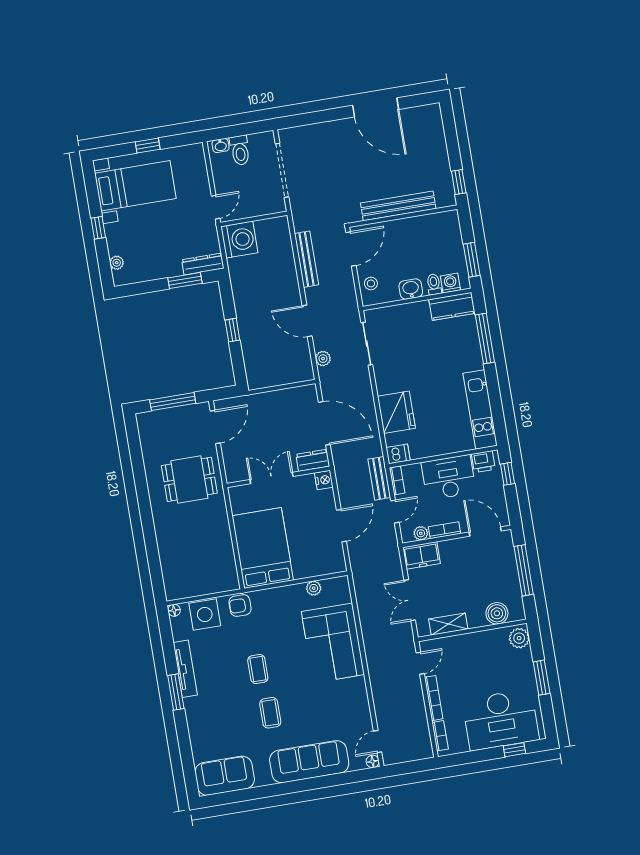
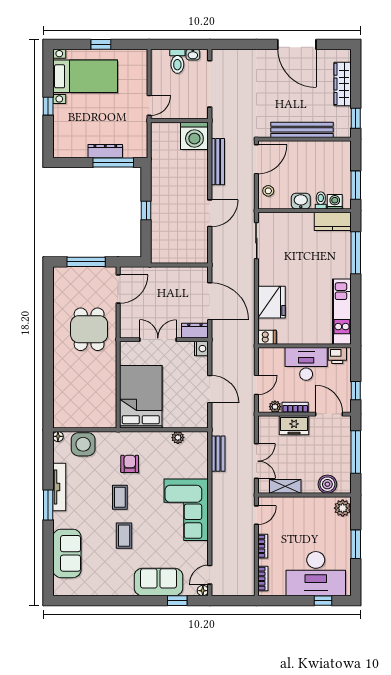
wardrobe: (437, 145) -> (343, 84), added
washbasin: (221, 146) -> (193, 55), moved
washing machine: (239, 240) -> (194, 136), moved, turned 90
plant: (117, 263) -> (59, 138), removed
dresser: (203, 264) -> (105, 151), moved
window: (185, 281) -> (113, 162), width x1.44
door: (307, 321) -> (210, 213), swing flipped
plant: (323, 359) -> (218, 247), removed
window: (508, 474) -> (356, 391), moved
bench: (379, 478) -> (218, 454), moved
dining table: (189, 479) -> (89, 329), turned 90
bookcase: (397, 480) -> (263, 359), removed
door: (341, 526) -> (210, 389), hinge flipped
freezer: (422, 555) -> (294, 425), moved
double door: (410, 600) -> (256, 461), swing flipped
armchair: (240, 606) -> (130, 464), moved, turned 90
corner sofa: (333, 643) -> (186, 510), moved
bookcase: (434, 698) -> (263, 546), width x0.64
sofa: (309, 762) -> (159, 582), width x0.73
sofa: (225, 776) -> (67, 553), moved, turned 90
window: (345, 778) -> (177, 601), added

